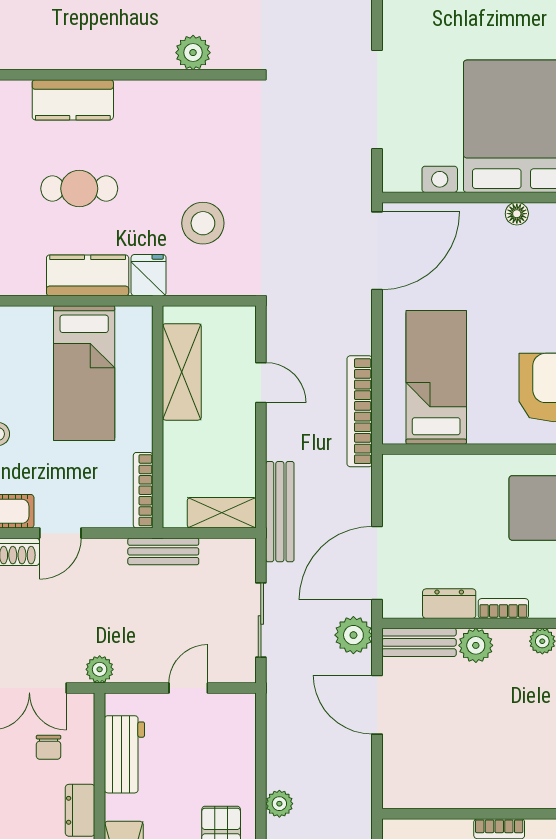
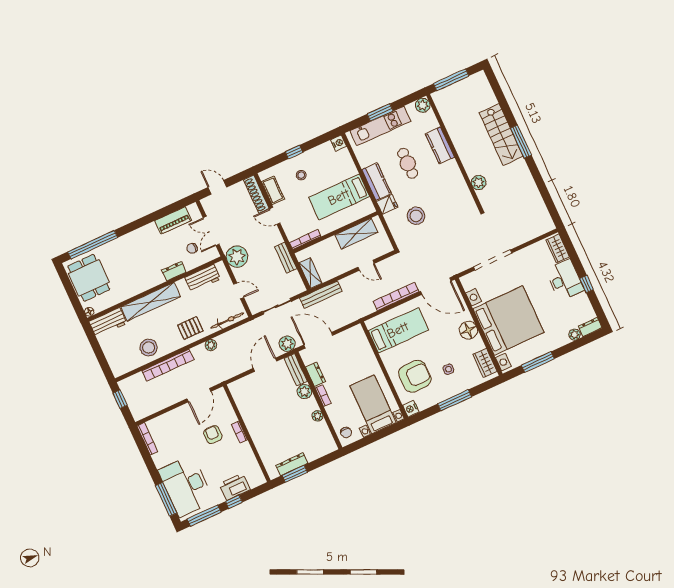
floor lamp: (517, 214) -> (468, 330), width x1.89, depth x1.89
door: (261, 383) -> (366, 265), hinge flipped
bookcase: (360, 411) -> (396, 296), moved
plant: (100, 669) -> (237, 257), width x1.88, depth x1.88
bicycle: (242, 743) -> (227, 321), added

